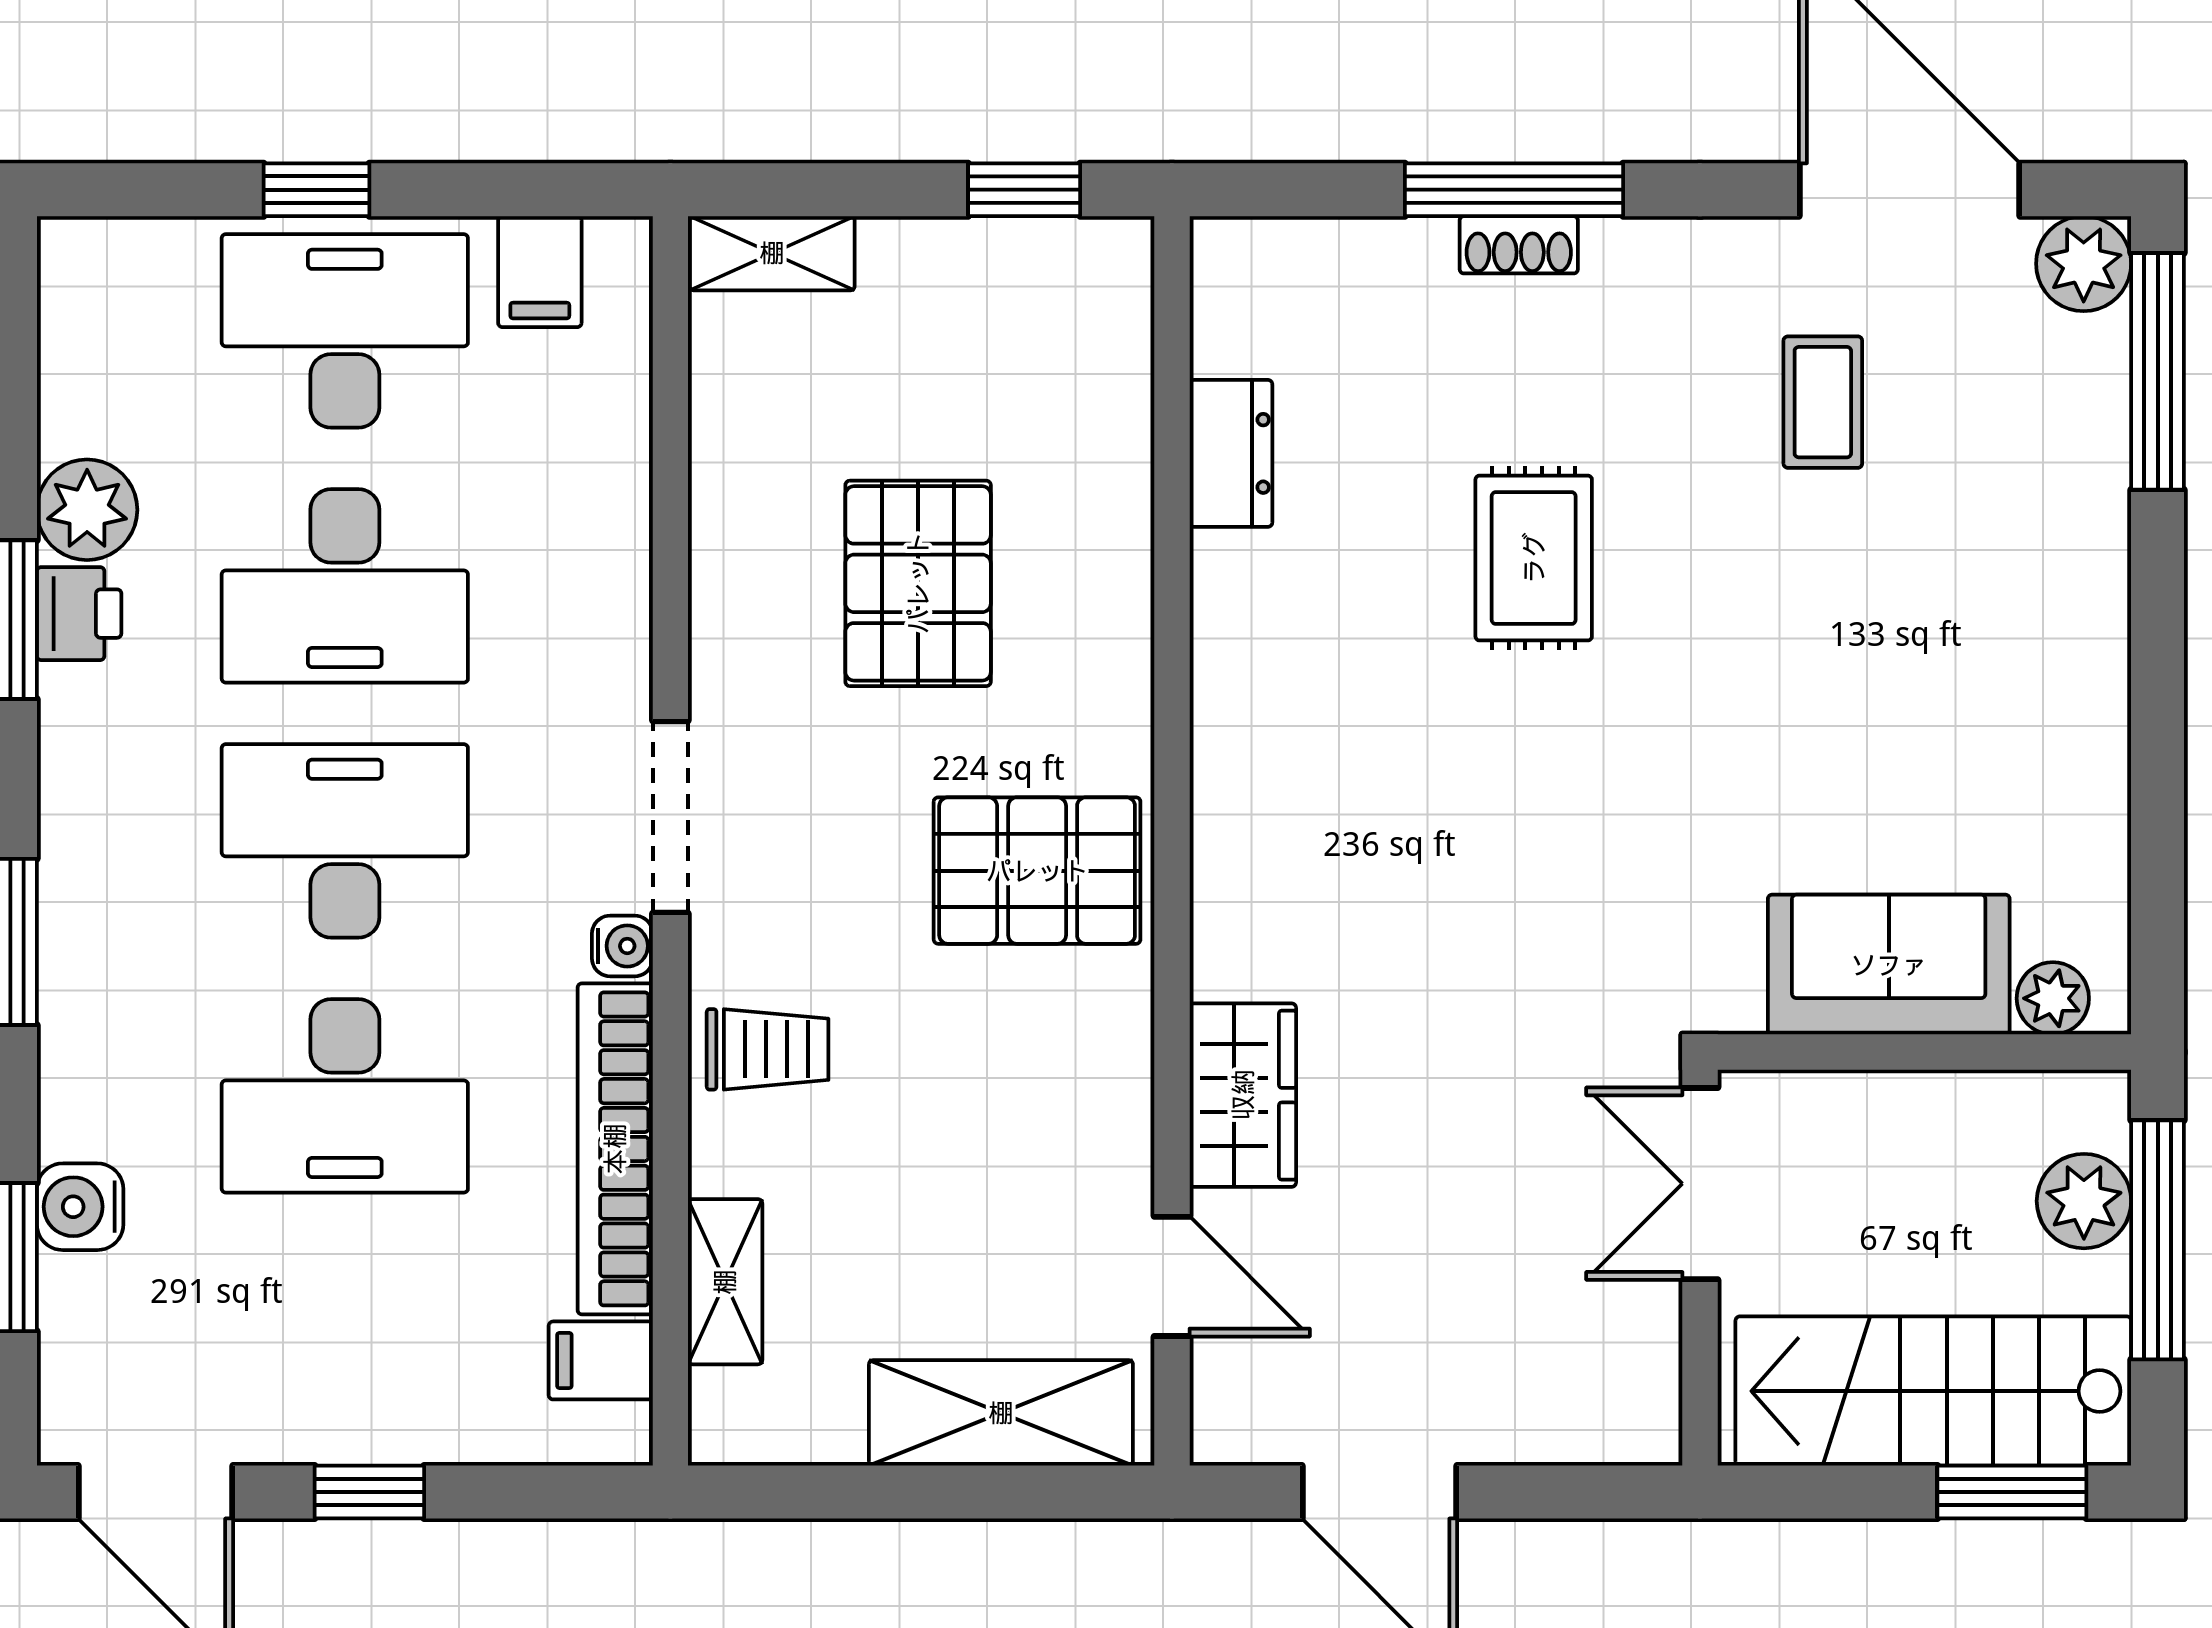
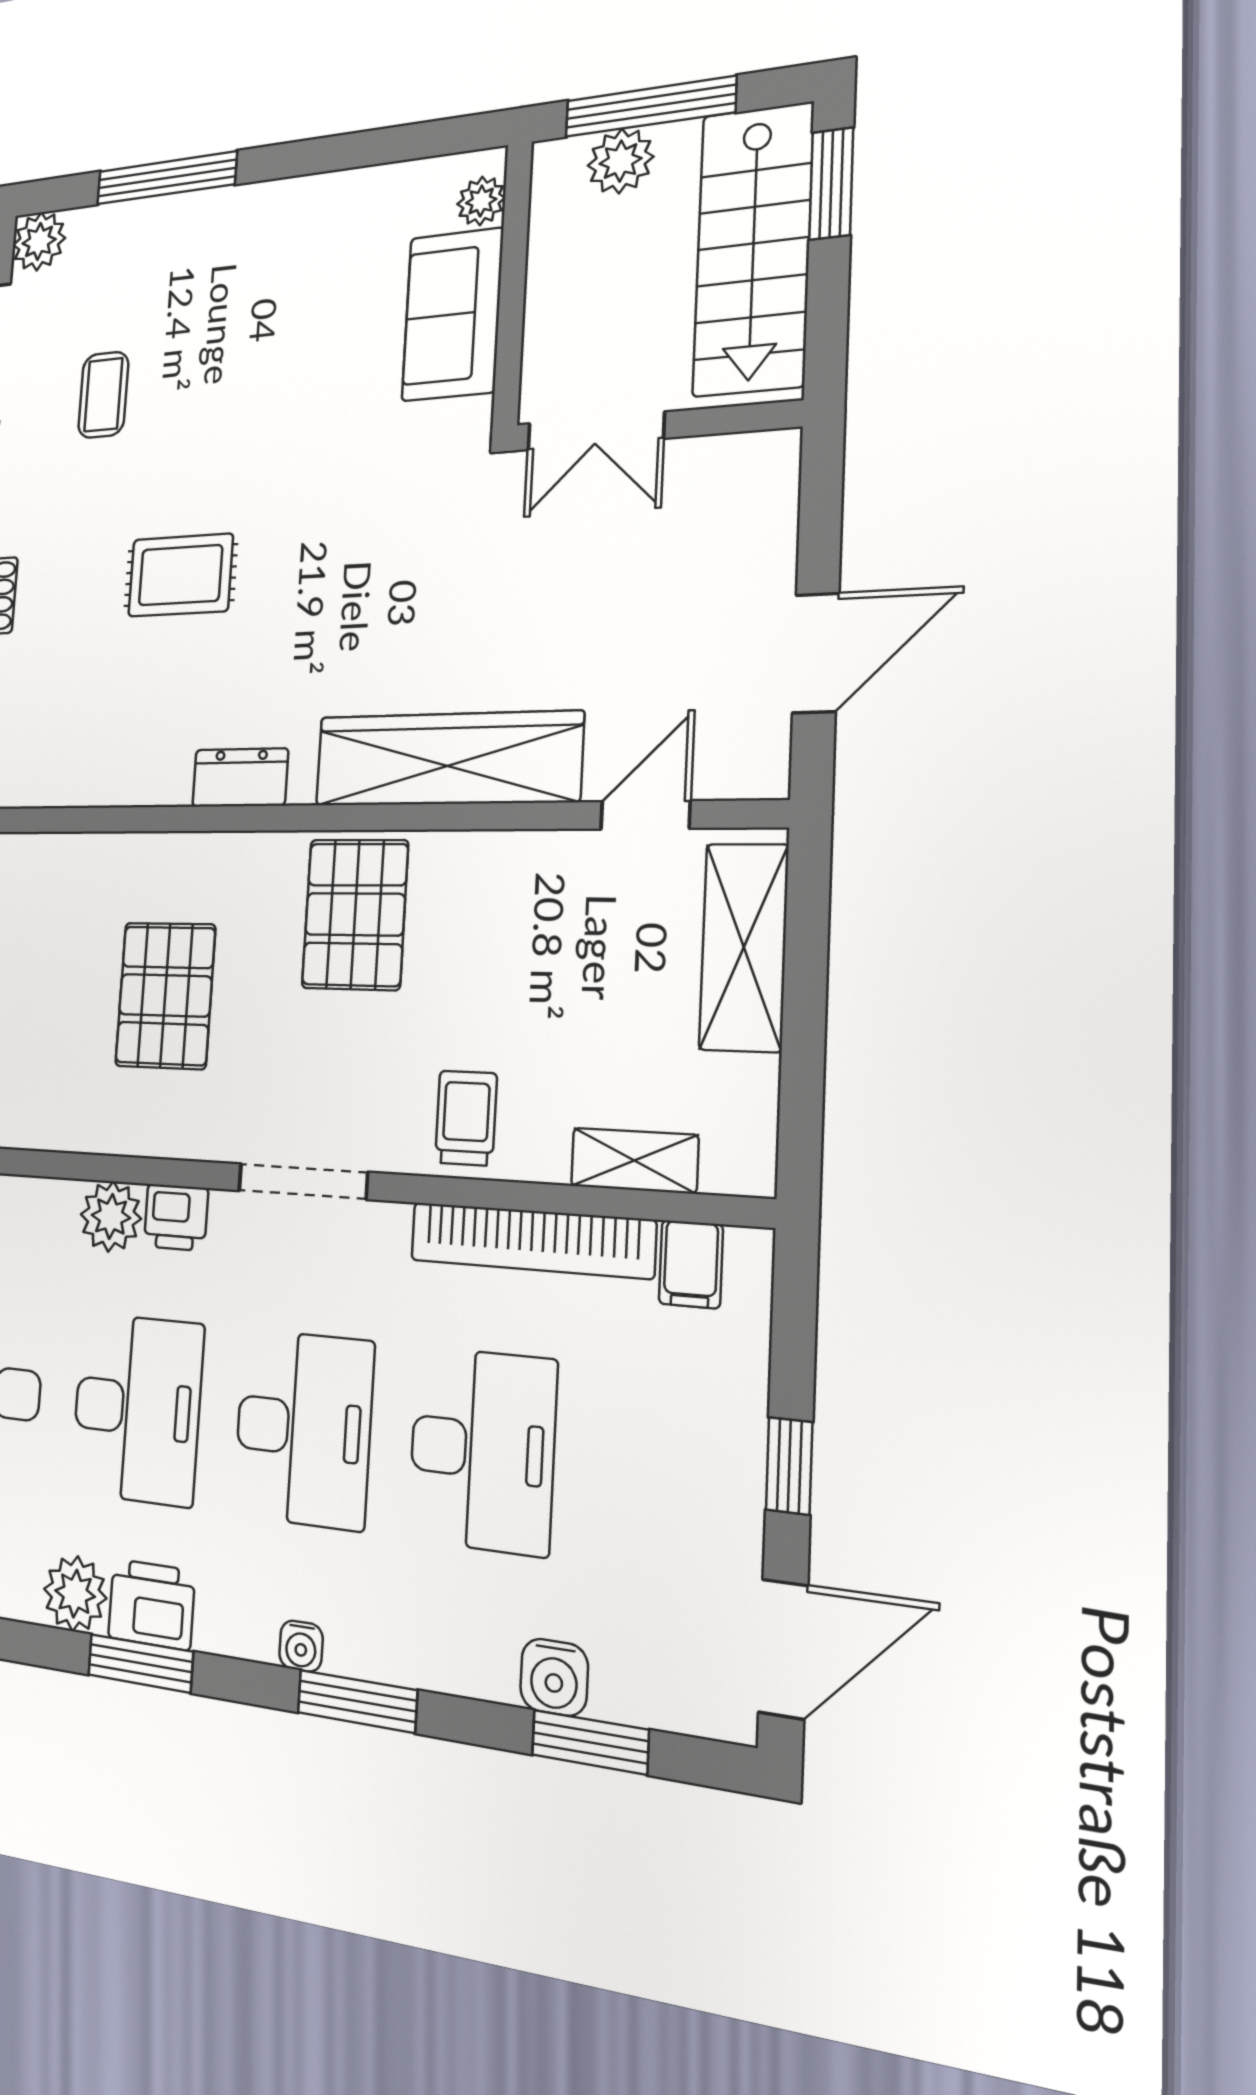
window: (2158, 371) -> (166, 178), moved
coffee table: (1823, 402) -> (103, 395), turned 90
dresser: (1231, 453) -> (240, 778), moved
plant: (603, 522) -> (111, 1216), added
pallet: (918, 583) -> (165, 995), turned 90
printer: (79, 614) -> (152, 1604), width x1.36, depth x1.24
printer: (609, 626) -> (176, 1217), added
desk: (345, 841) -> (303, 1429), turned 180
water cooler: (622, 946) -> (301, 1646), moved, turned 180
wardrobe: (1243, 1095) -> (447, 759), width x2.10, depth x1.17

